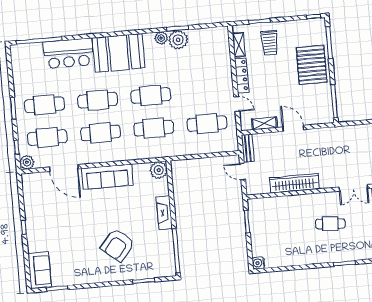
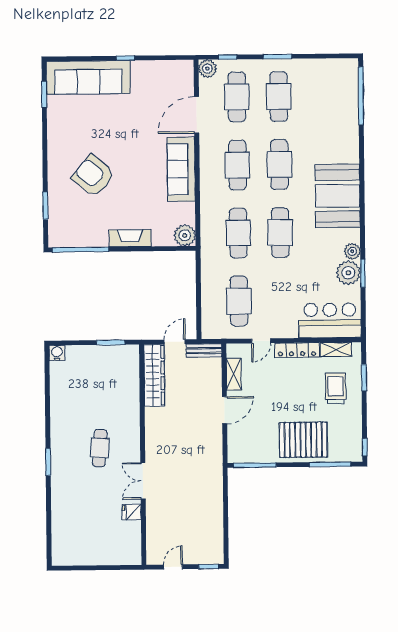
trolley: (269, 43) -> (336, 388), turned 90
bar counter: (68, 53) -> (330, 321), moved, turned 90
wardrobe: (294, 183) -> (154, 375), moved
sofa: (40, 270) -> (88, 77), width x1.85, depth x1.27

